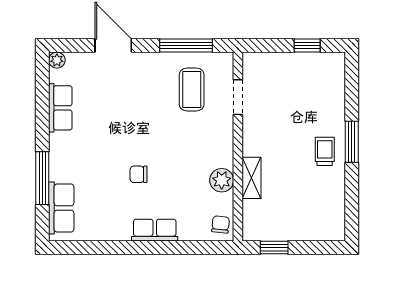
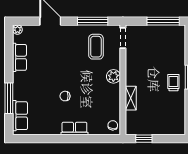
window: (307, 46) -> (163, 21), width x2.17
doorway: (238, 97) -> (123, 38), moved
plant: (222, 180) -> (113, 76), moved

